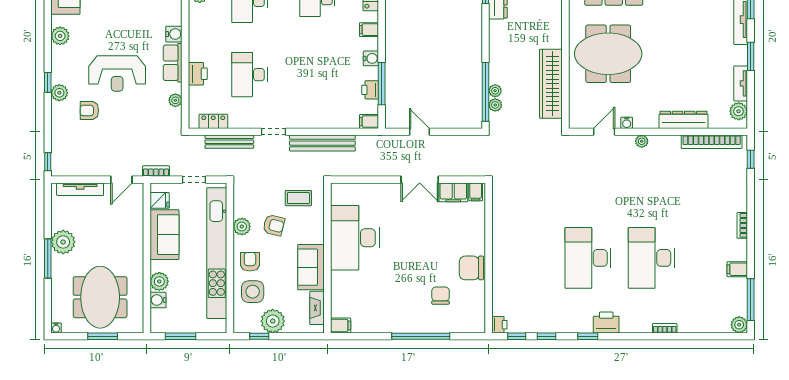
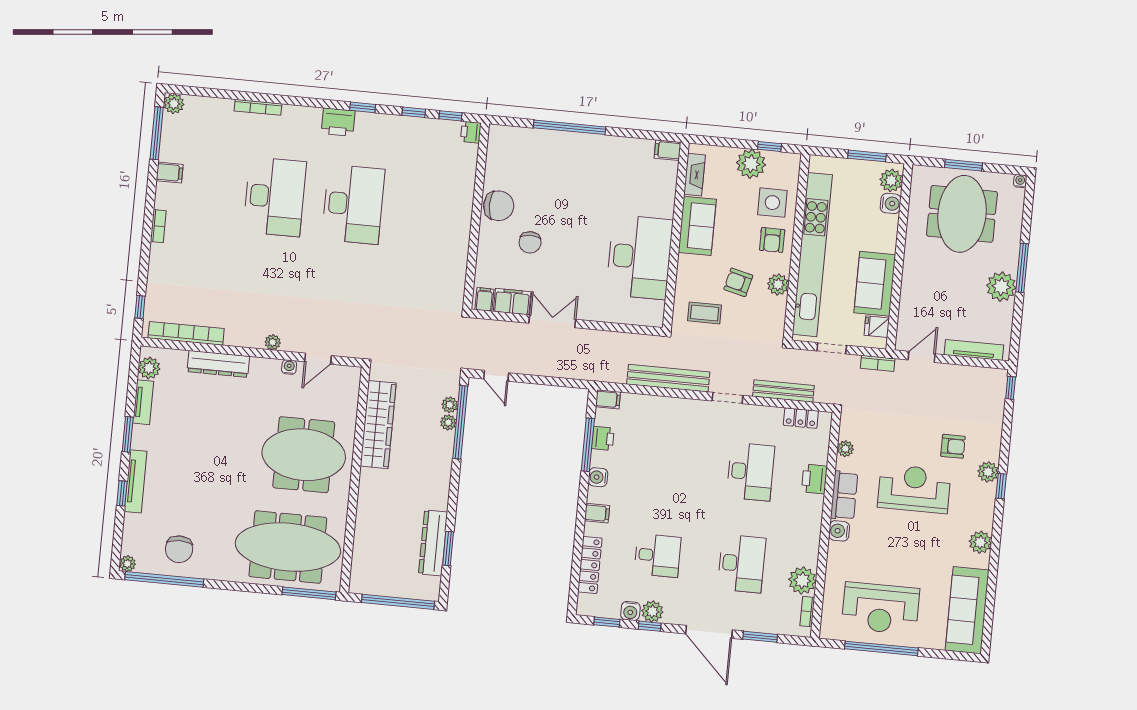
door: (420, 132) -> (496, 376), moved
plant: (159, 281) -> (891, 180), moved
chair: (441, 296) -> (530, 242), moved
bookcase: (665, 328) -> (258, 107), width x1.56

